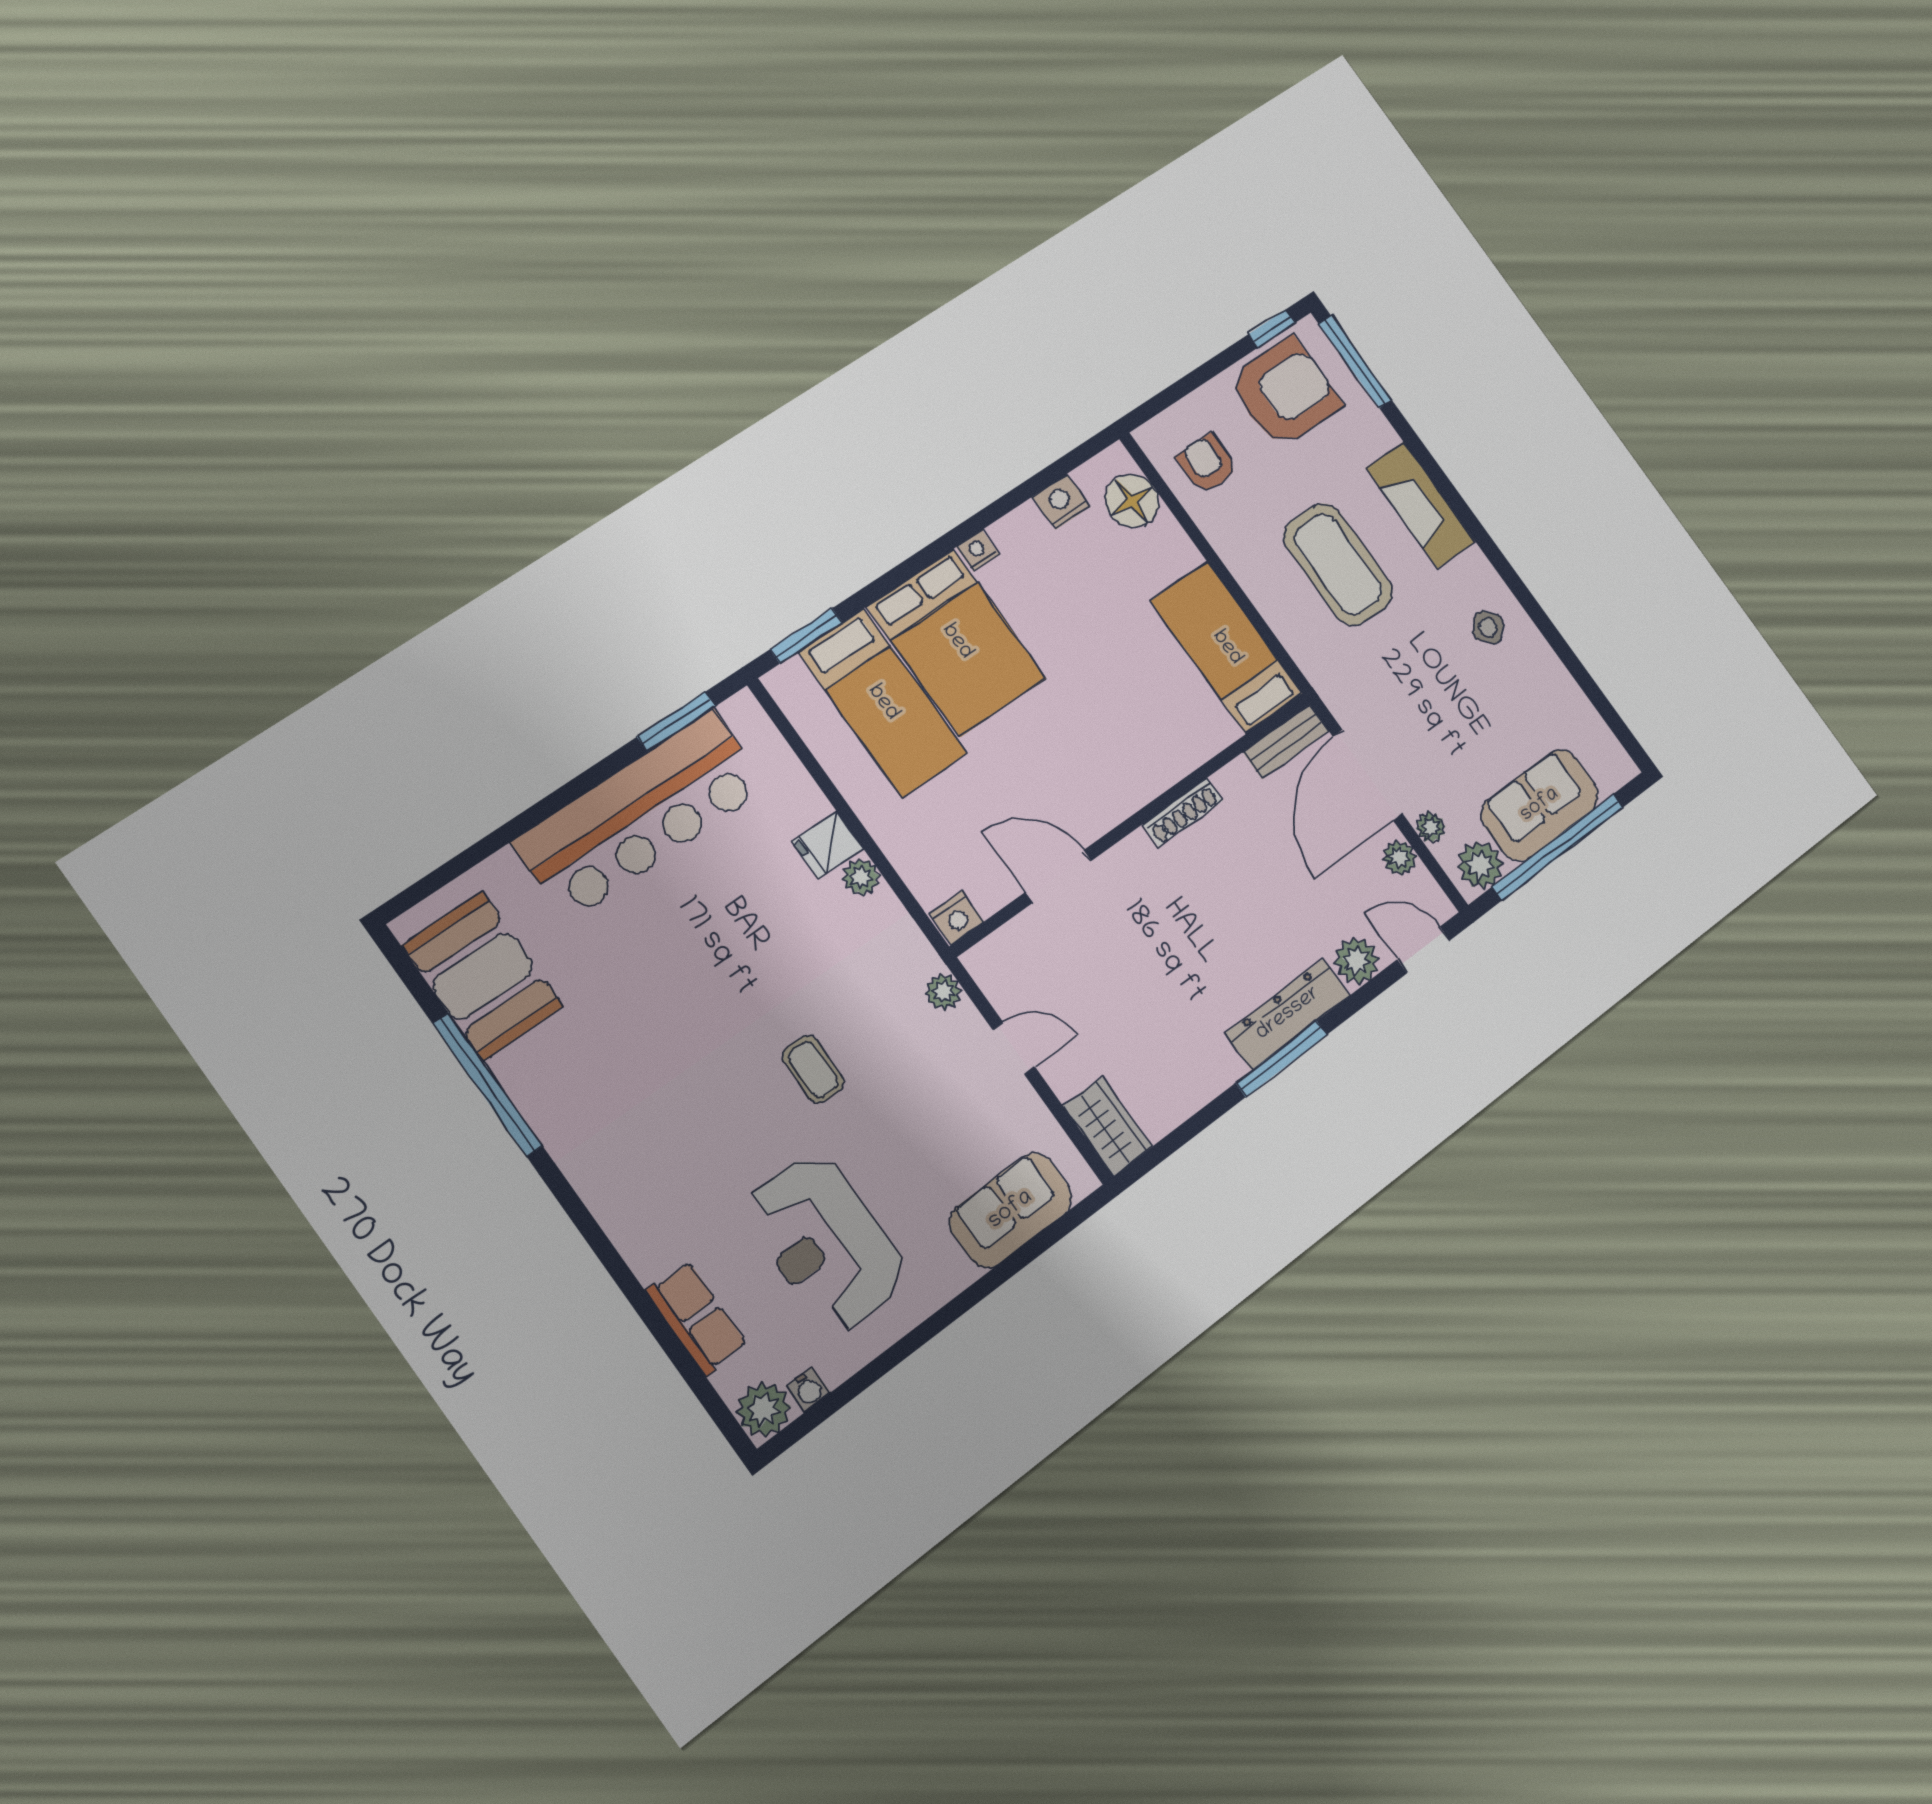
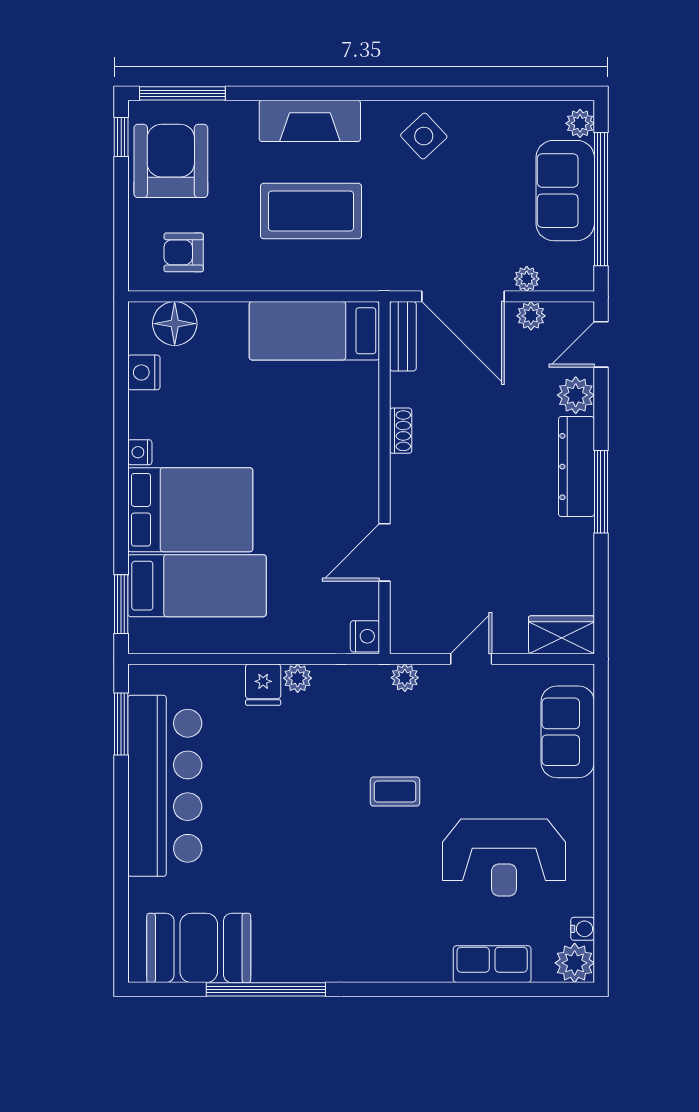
side table: (1488, 627) -> (424, 136), width x1.37, depth x1.37
shoe rack: (1183, 812) -> (401, 431), width x0.70
plant: (1480, 865) -> (580, 123), moved, width x0.73, depth x0.73

